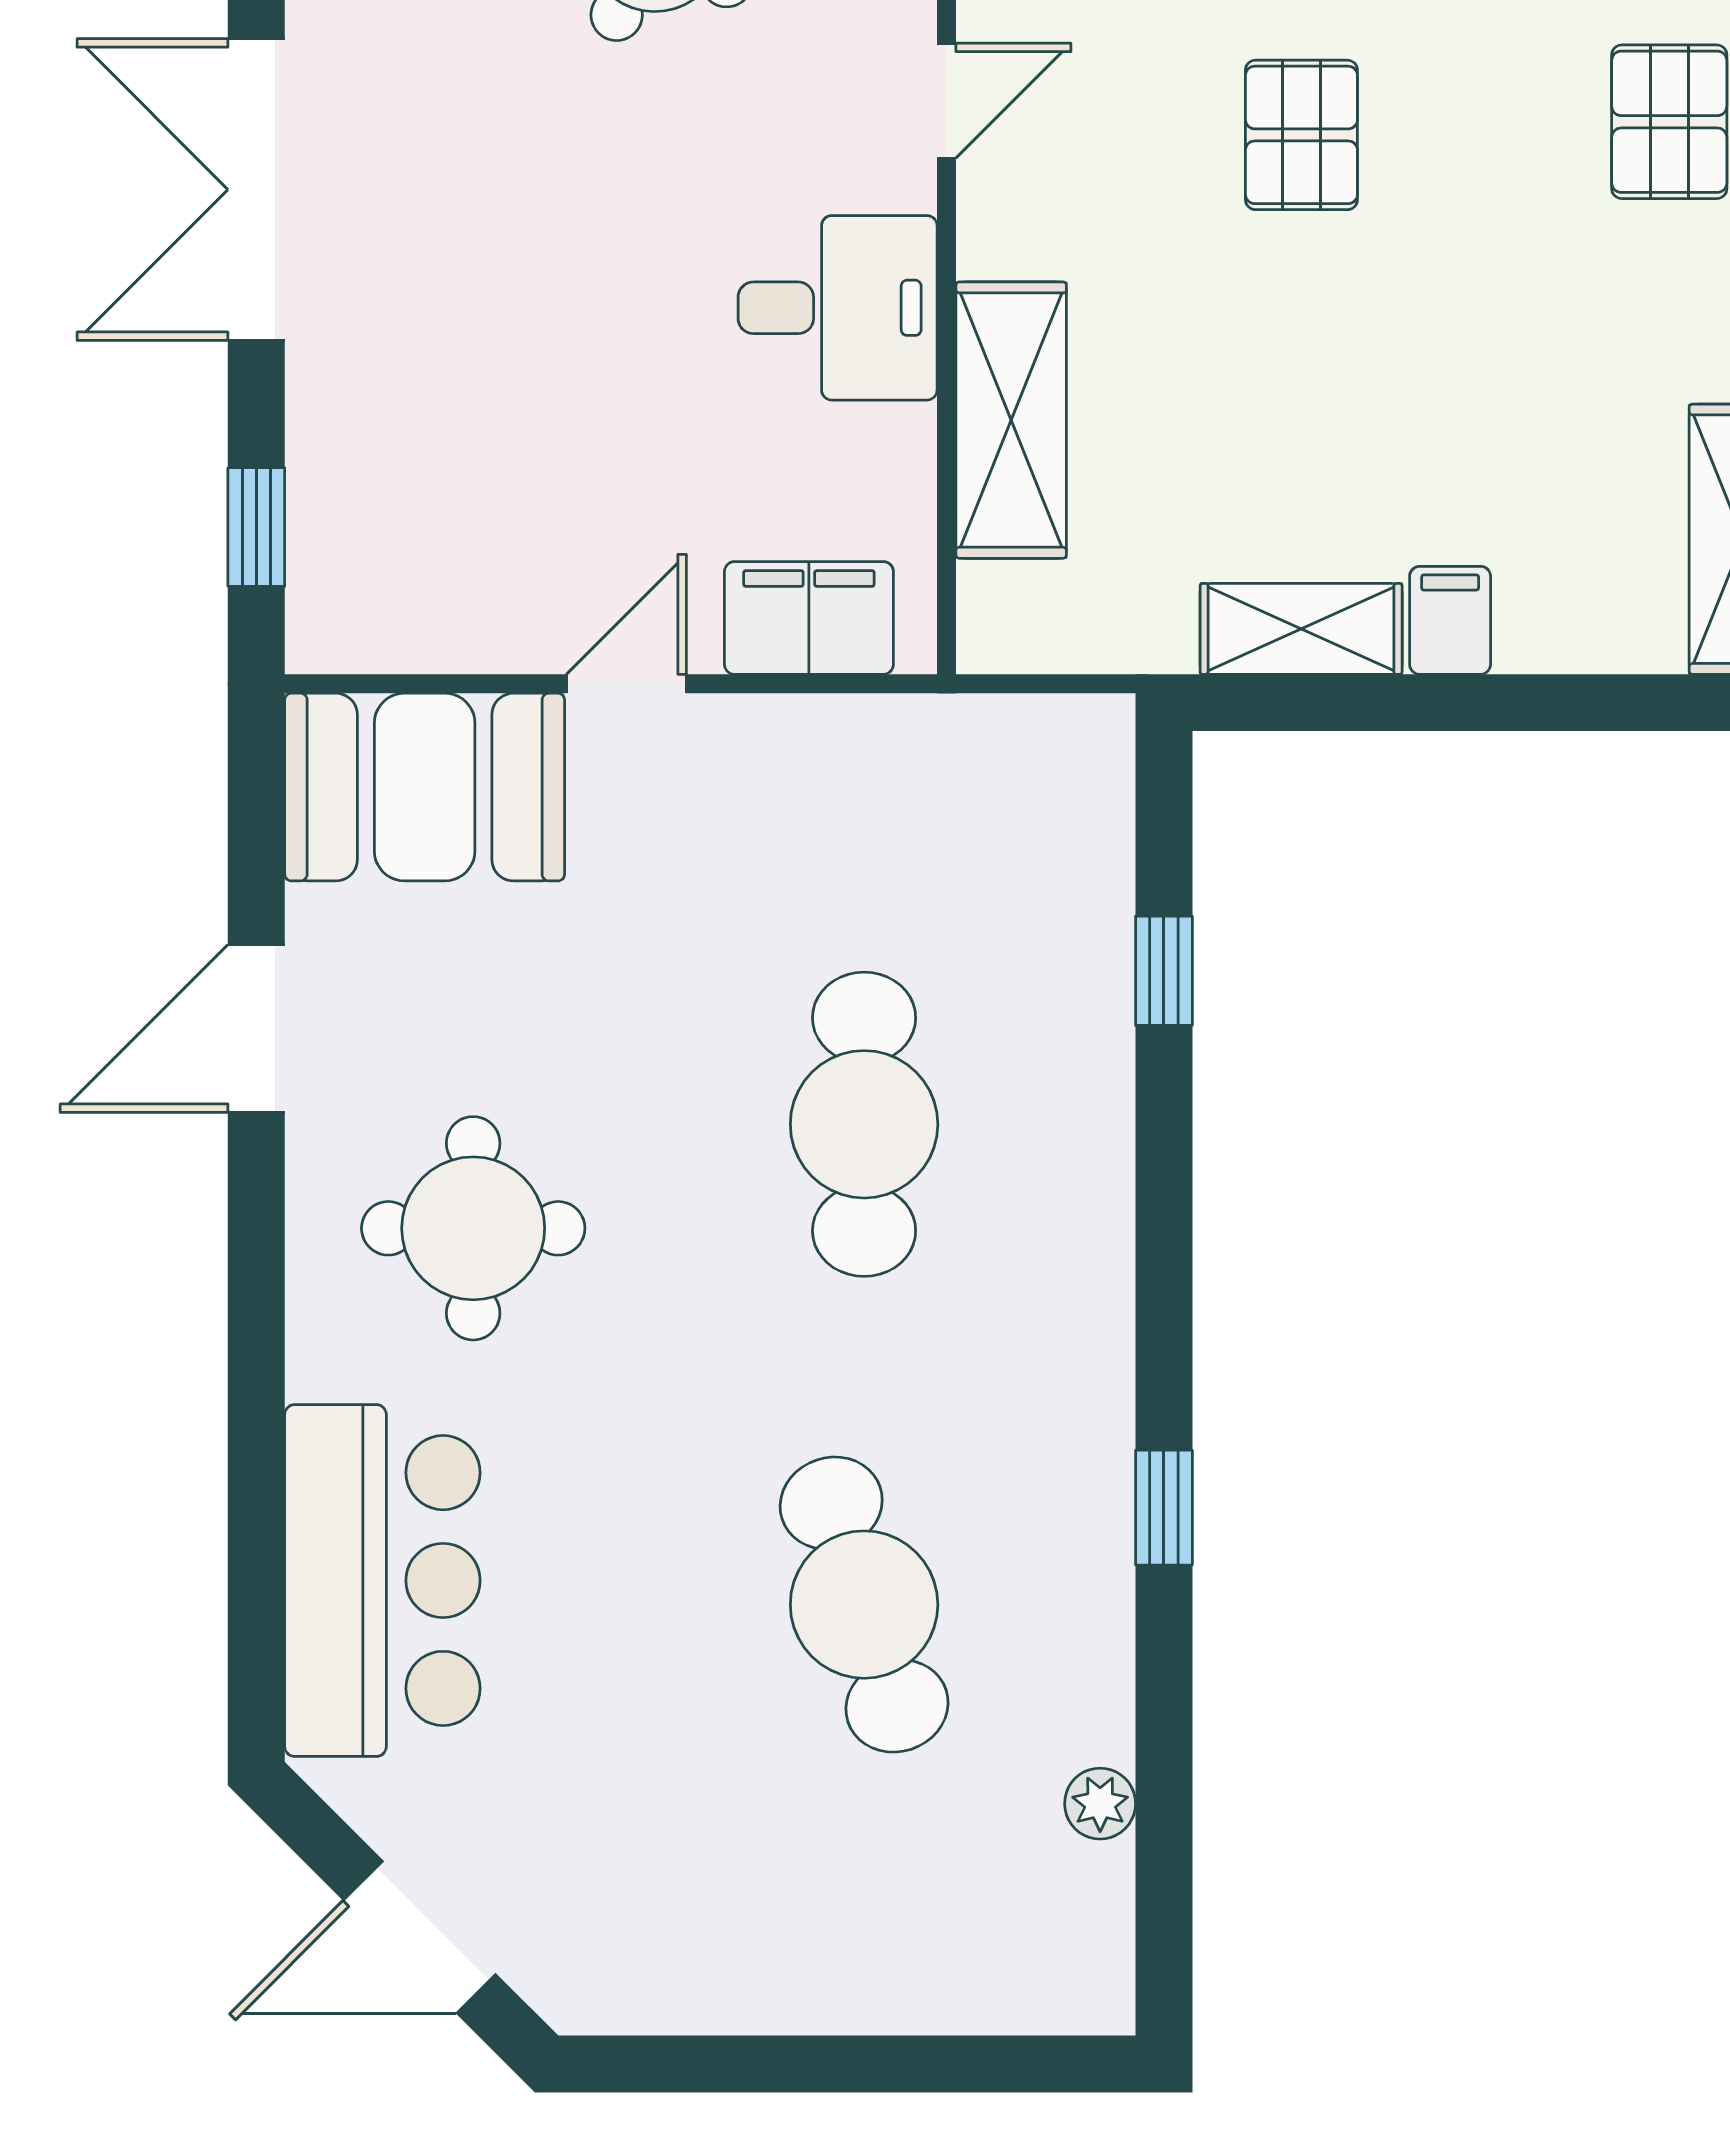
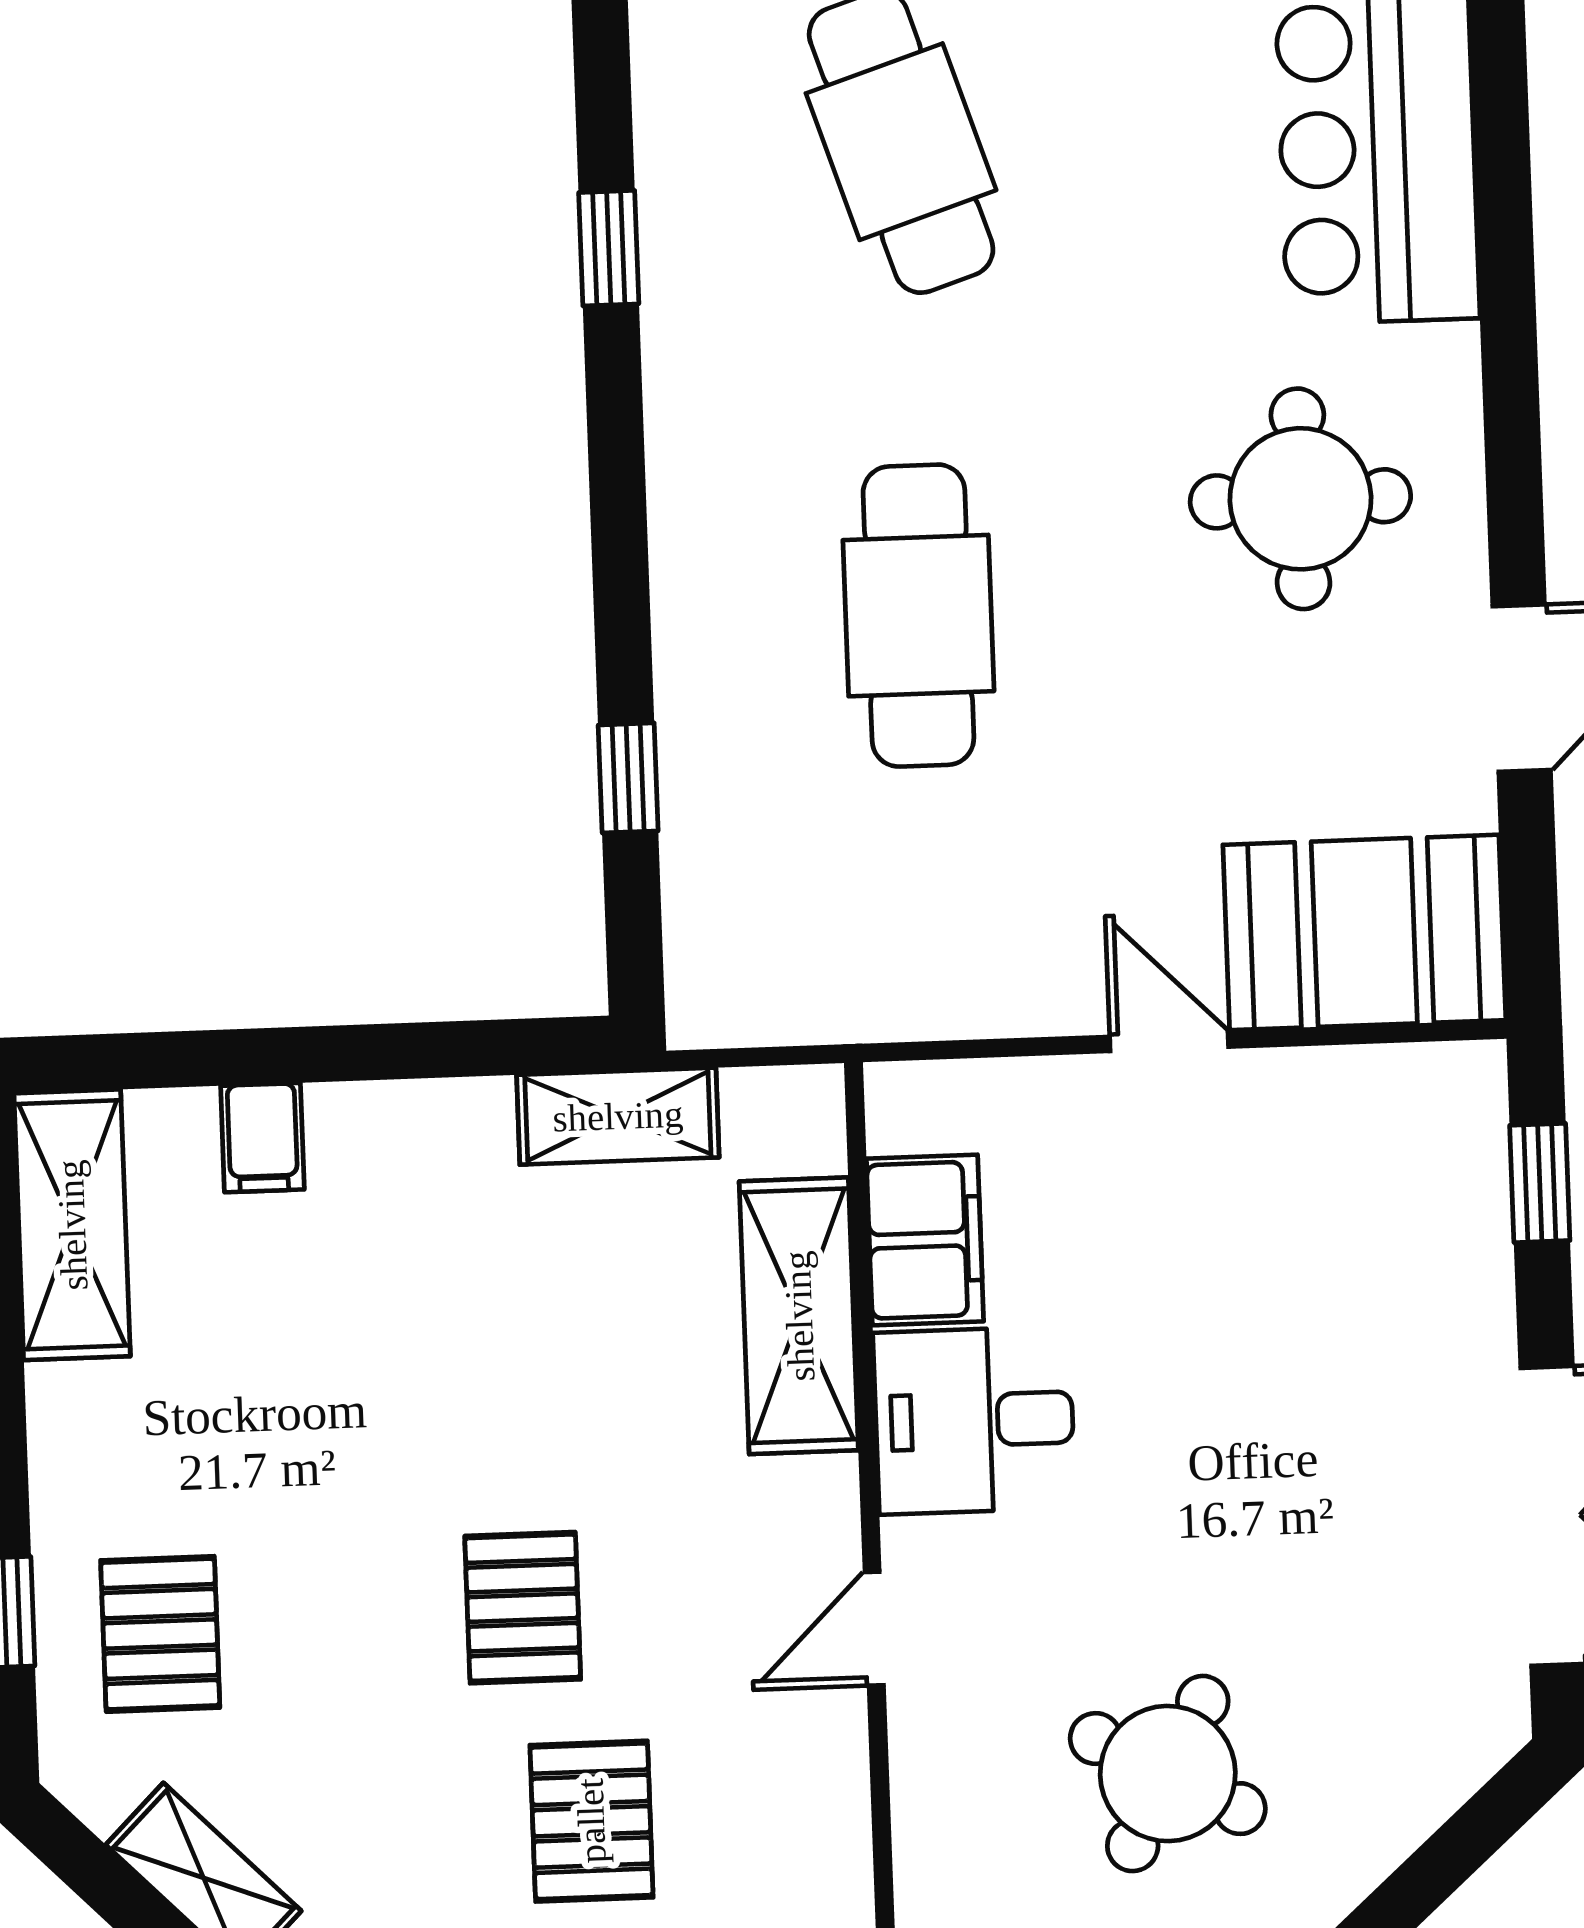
filing cabinet: (809, 618) -> (925, 1240), moved, turned -90
filing cabinet: (1450, 620) -> (262, 1138), moved
shelving: (1301, 629) -> (618, 1116), moved
door: (626, 684) -> (1169, 1042), swing flipped

